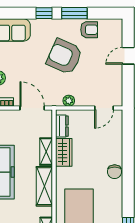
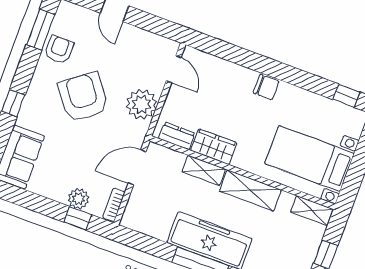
window: (74, 13) -> (41, 30), moved
armchair: (64, 57) -> (83, 97), turned 119
plant: (69, 101) -> (142, 104), width x1.88, depth x1.88

